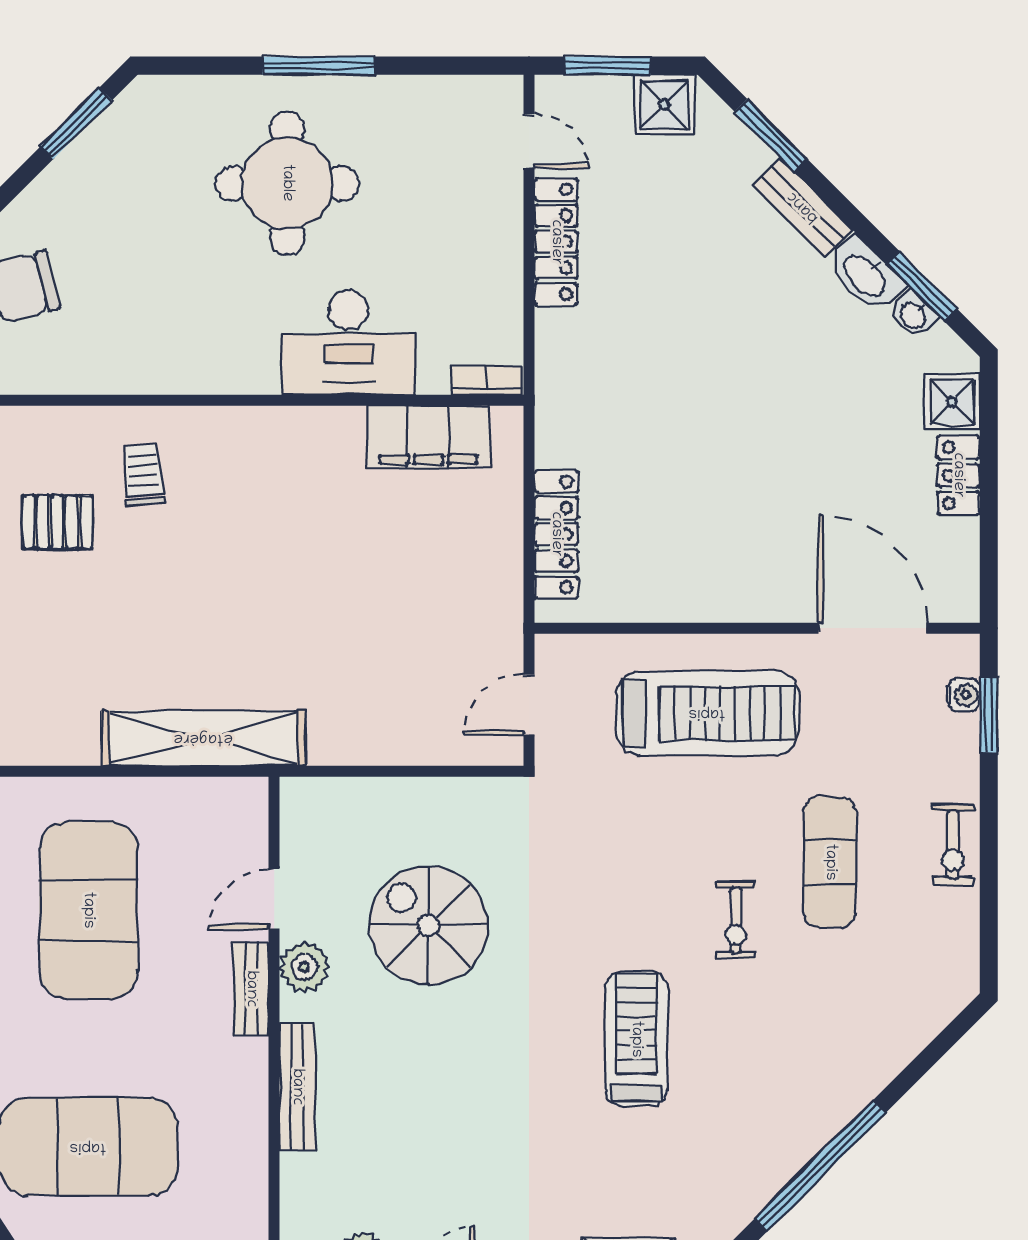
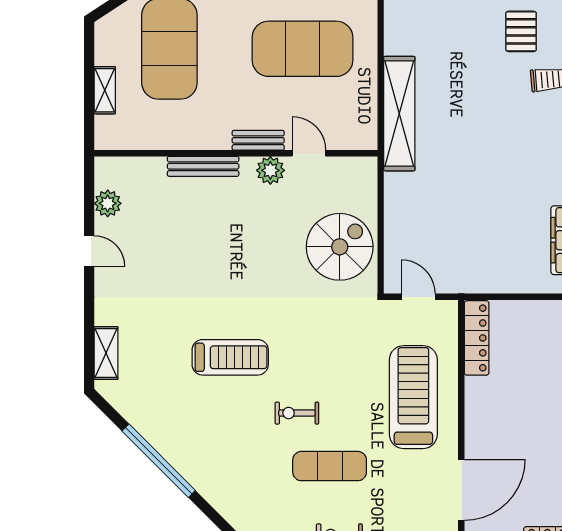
locker: (556, 534) -> (477, 338), moved, turned -90
treadmill: (707, 713) -> (413, 397), turned 180
spiral stairs: (429, 925) -> (340, 247), moved

